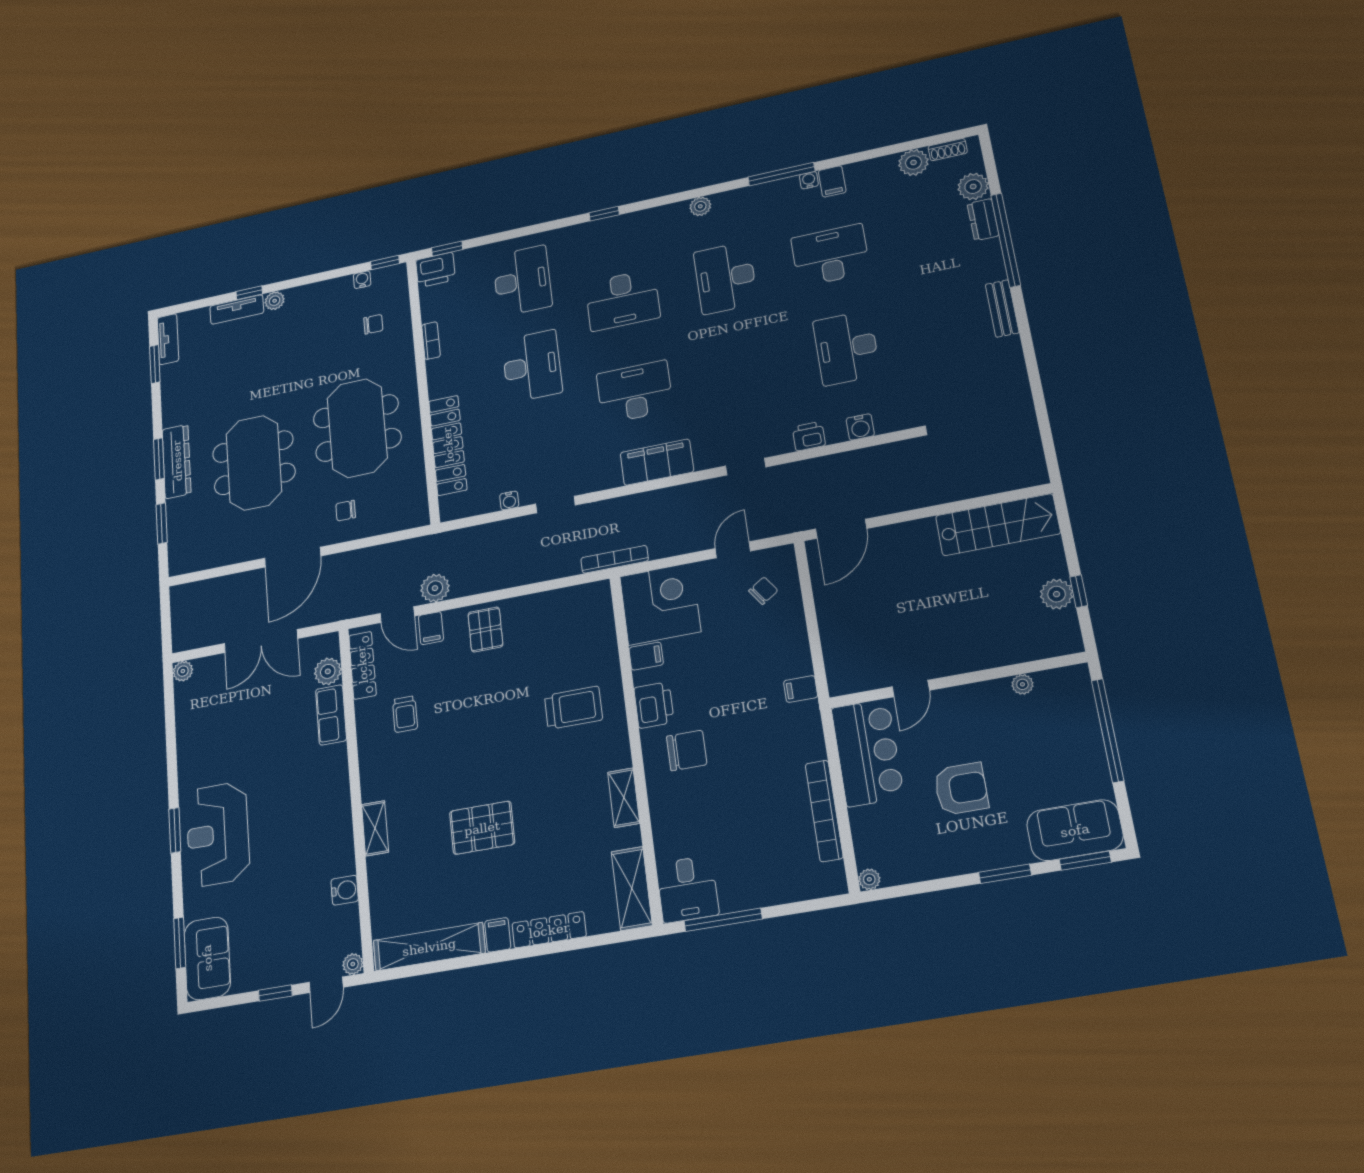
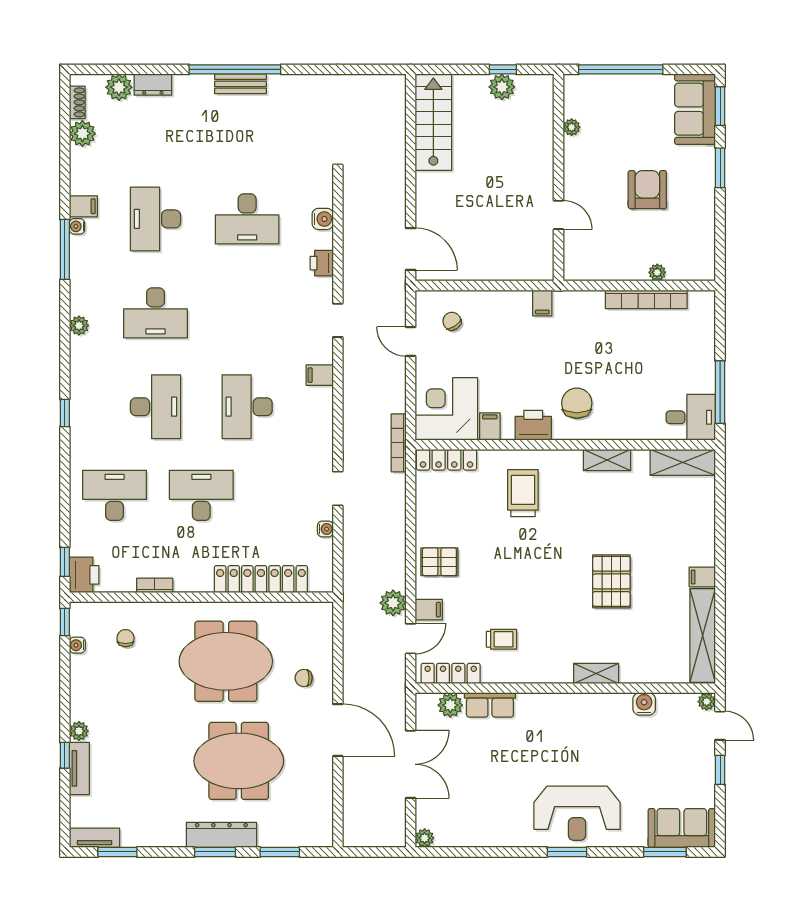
window: (1006, 240) -> (235, 69), moved
filing cabinet: (657, 462) -> (320, 375), width x0.33, depth x0.86
chair: (346, 511) -> (304, 678), turned 90
bar counter: (868, 753) -> (605, 258), removed
plant: (869, 879) -> (657, 272), moved
locker: (549, 930) -> (446, 460), moved, turned -90

